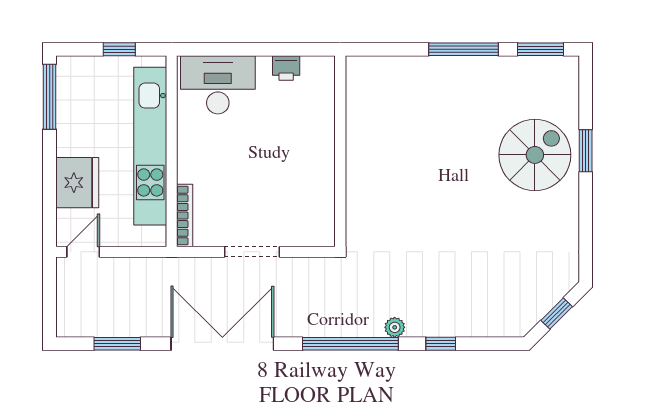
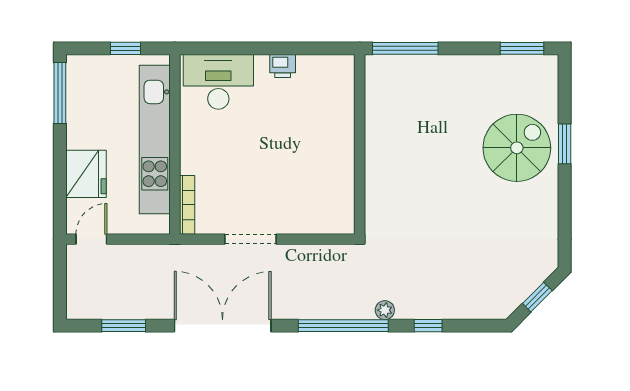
window: (464, 49) -> (405, 48), moved
wall: (340, 151) -> (360, 144), moved

